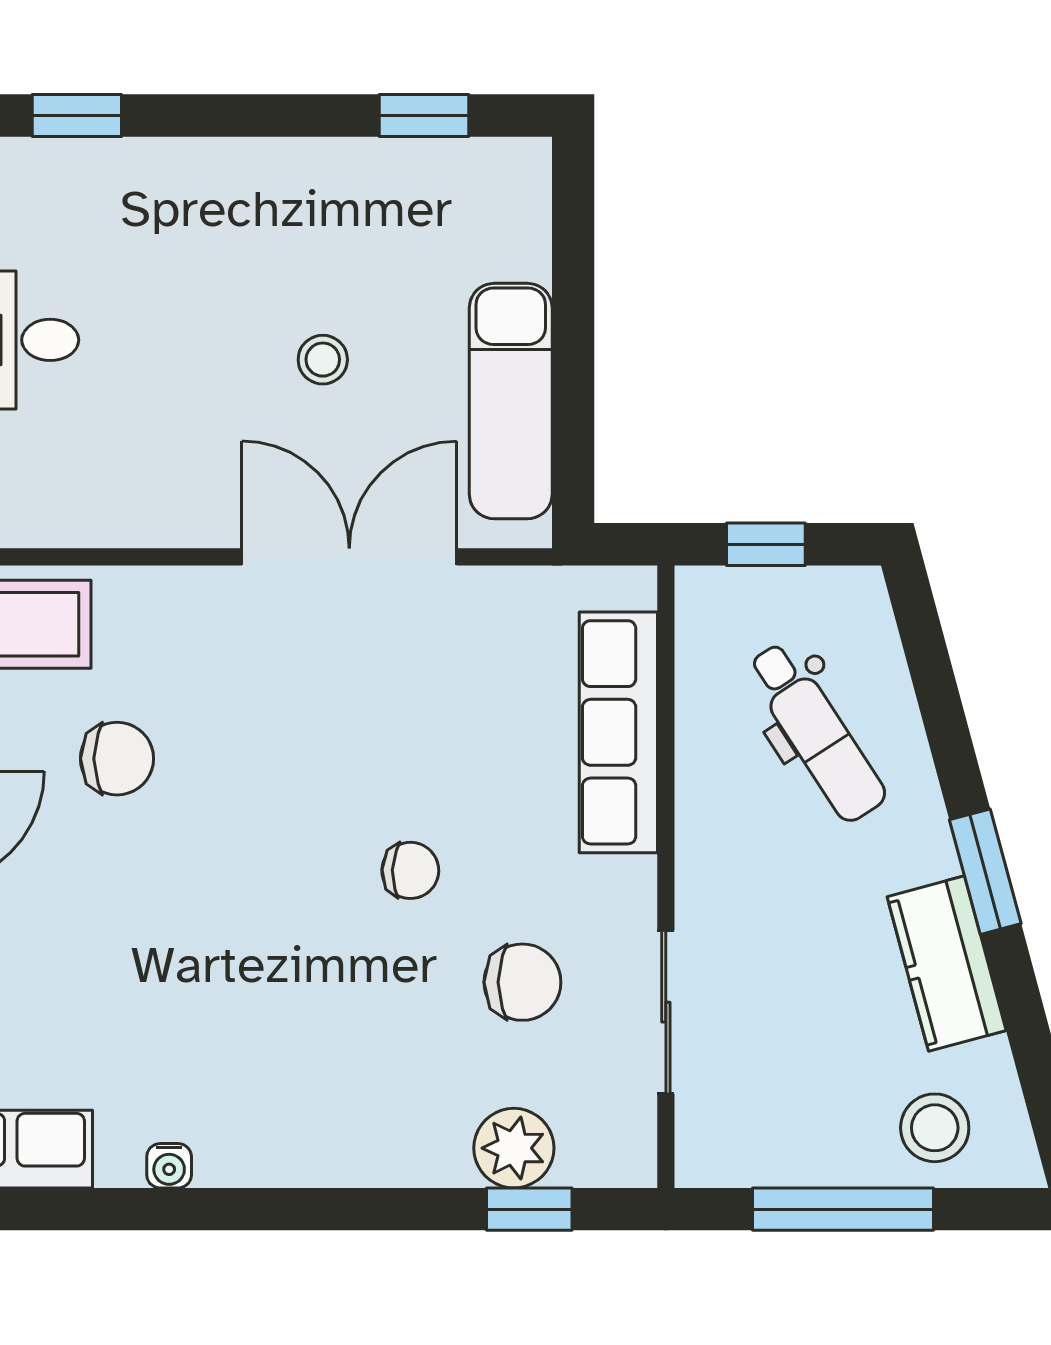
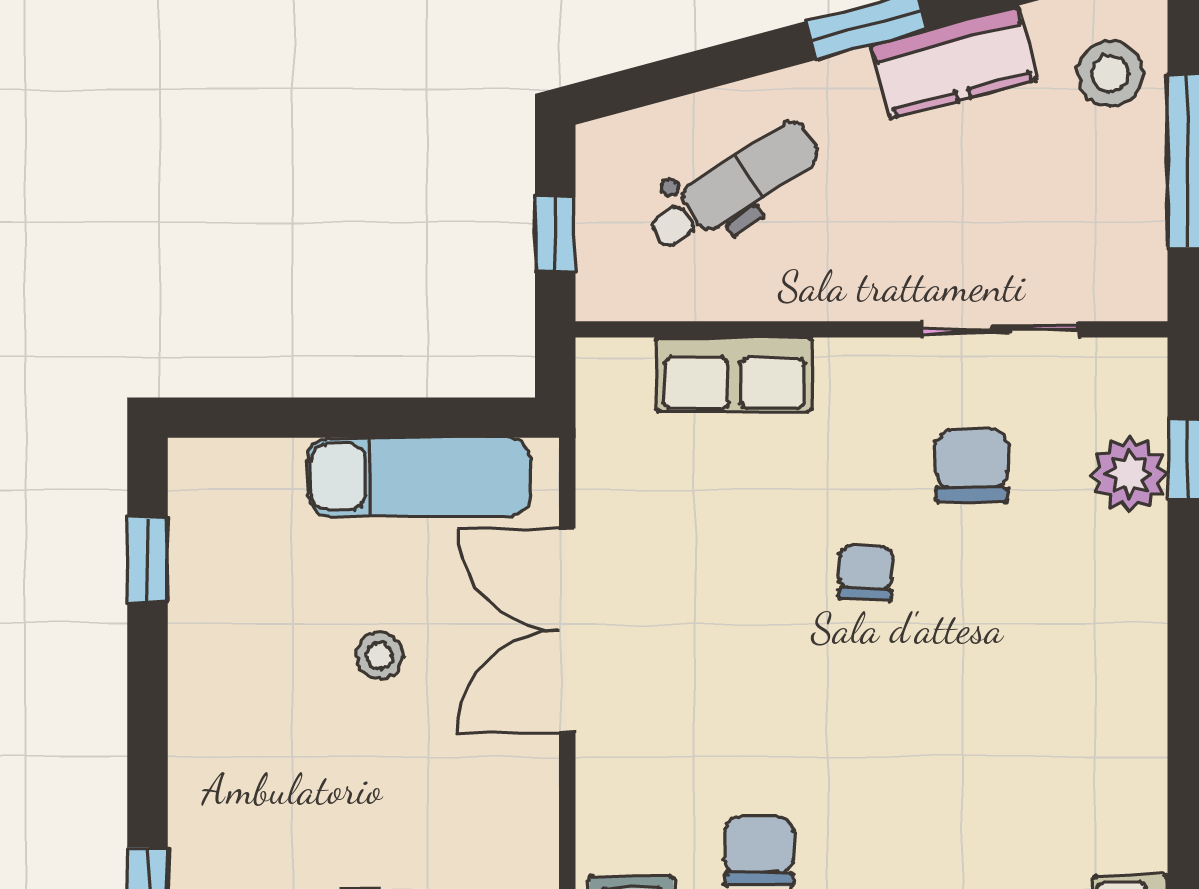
row of seats: (618, 732) -> (734, 375), width x0.68
water cooler: (169, 1166) -> (1146, 802), removed

